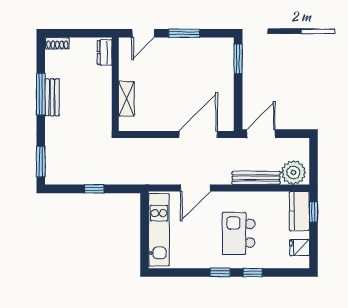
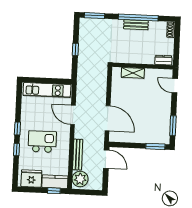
window: (184, 33) -> (173, 126), moved
window: (41, 94) -> (138, 17), width x1.46
fridge: (299, 248) -> (31, 178), width x1.88, depth x1.34

